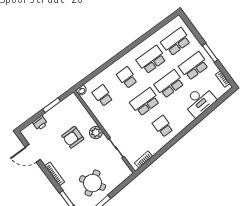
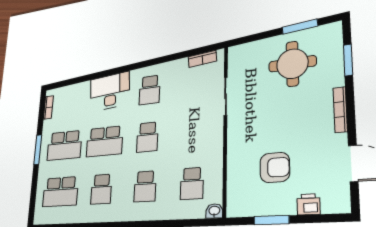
school desk: (151, 60) -> (101, 189), width x0.54
desk: (199, 101) -> (110, 92), moved
school desk: (145, 102) -> (147, 137), width x0.54
plant: (96, 133) -> (237, 135), removed
armchair: (73, 137) -> (275, 167), moved
round table: (93, 183) -> (292, 64), turned 32

